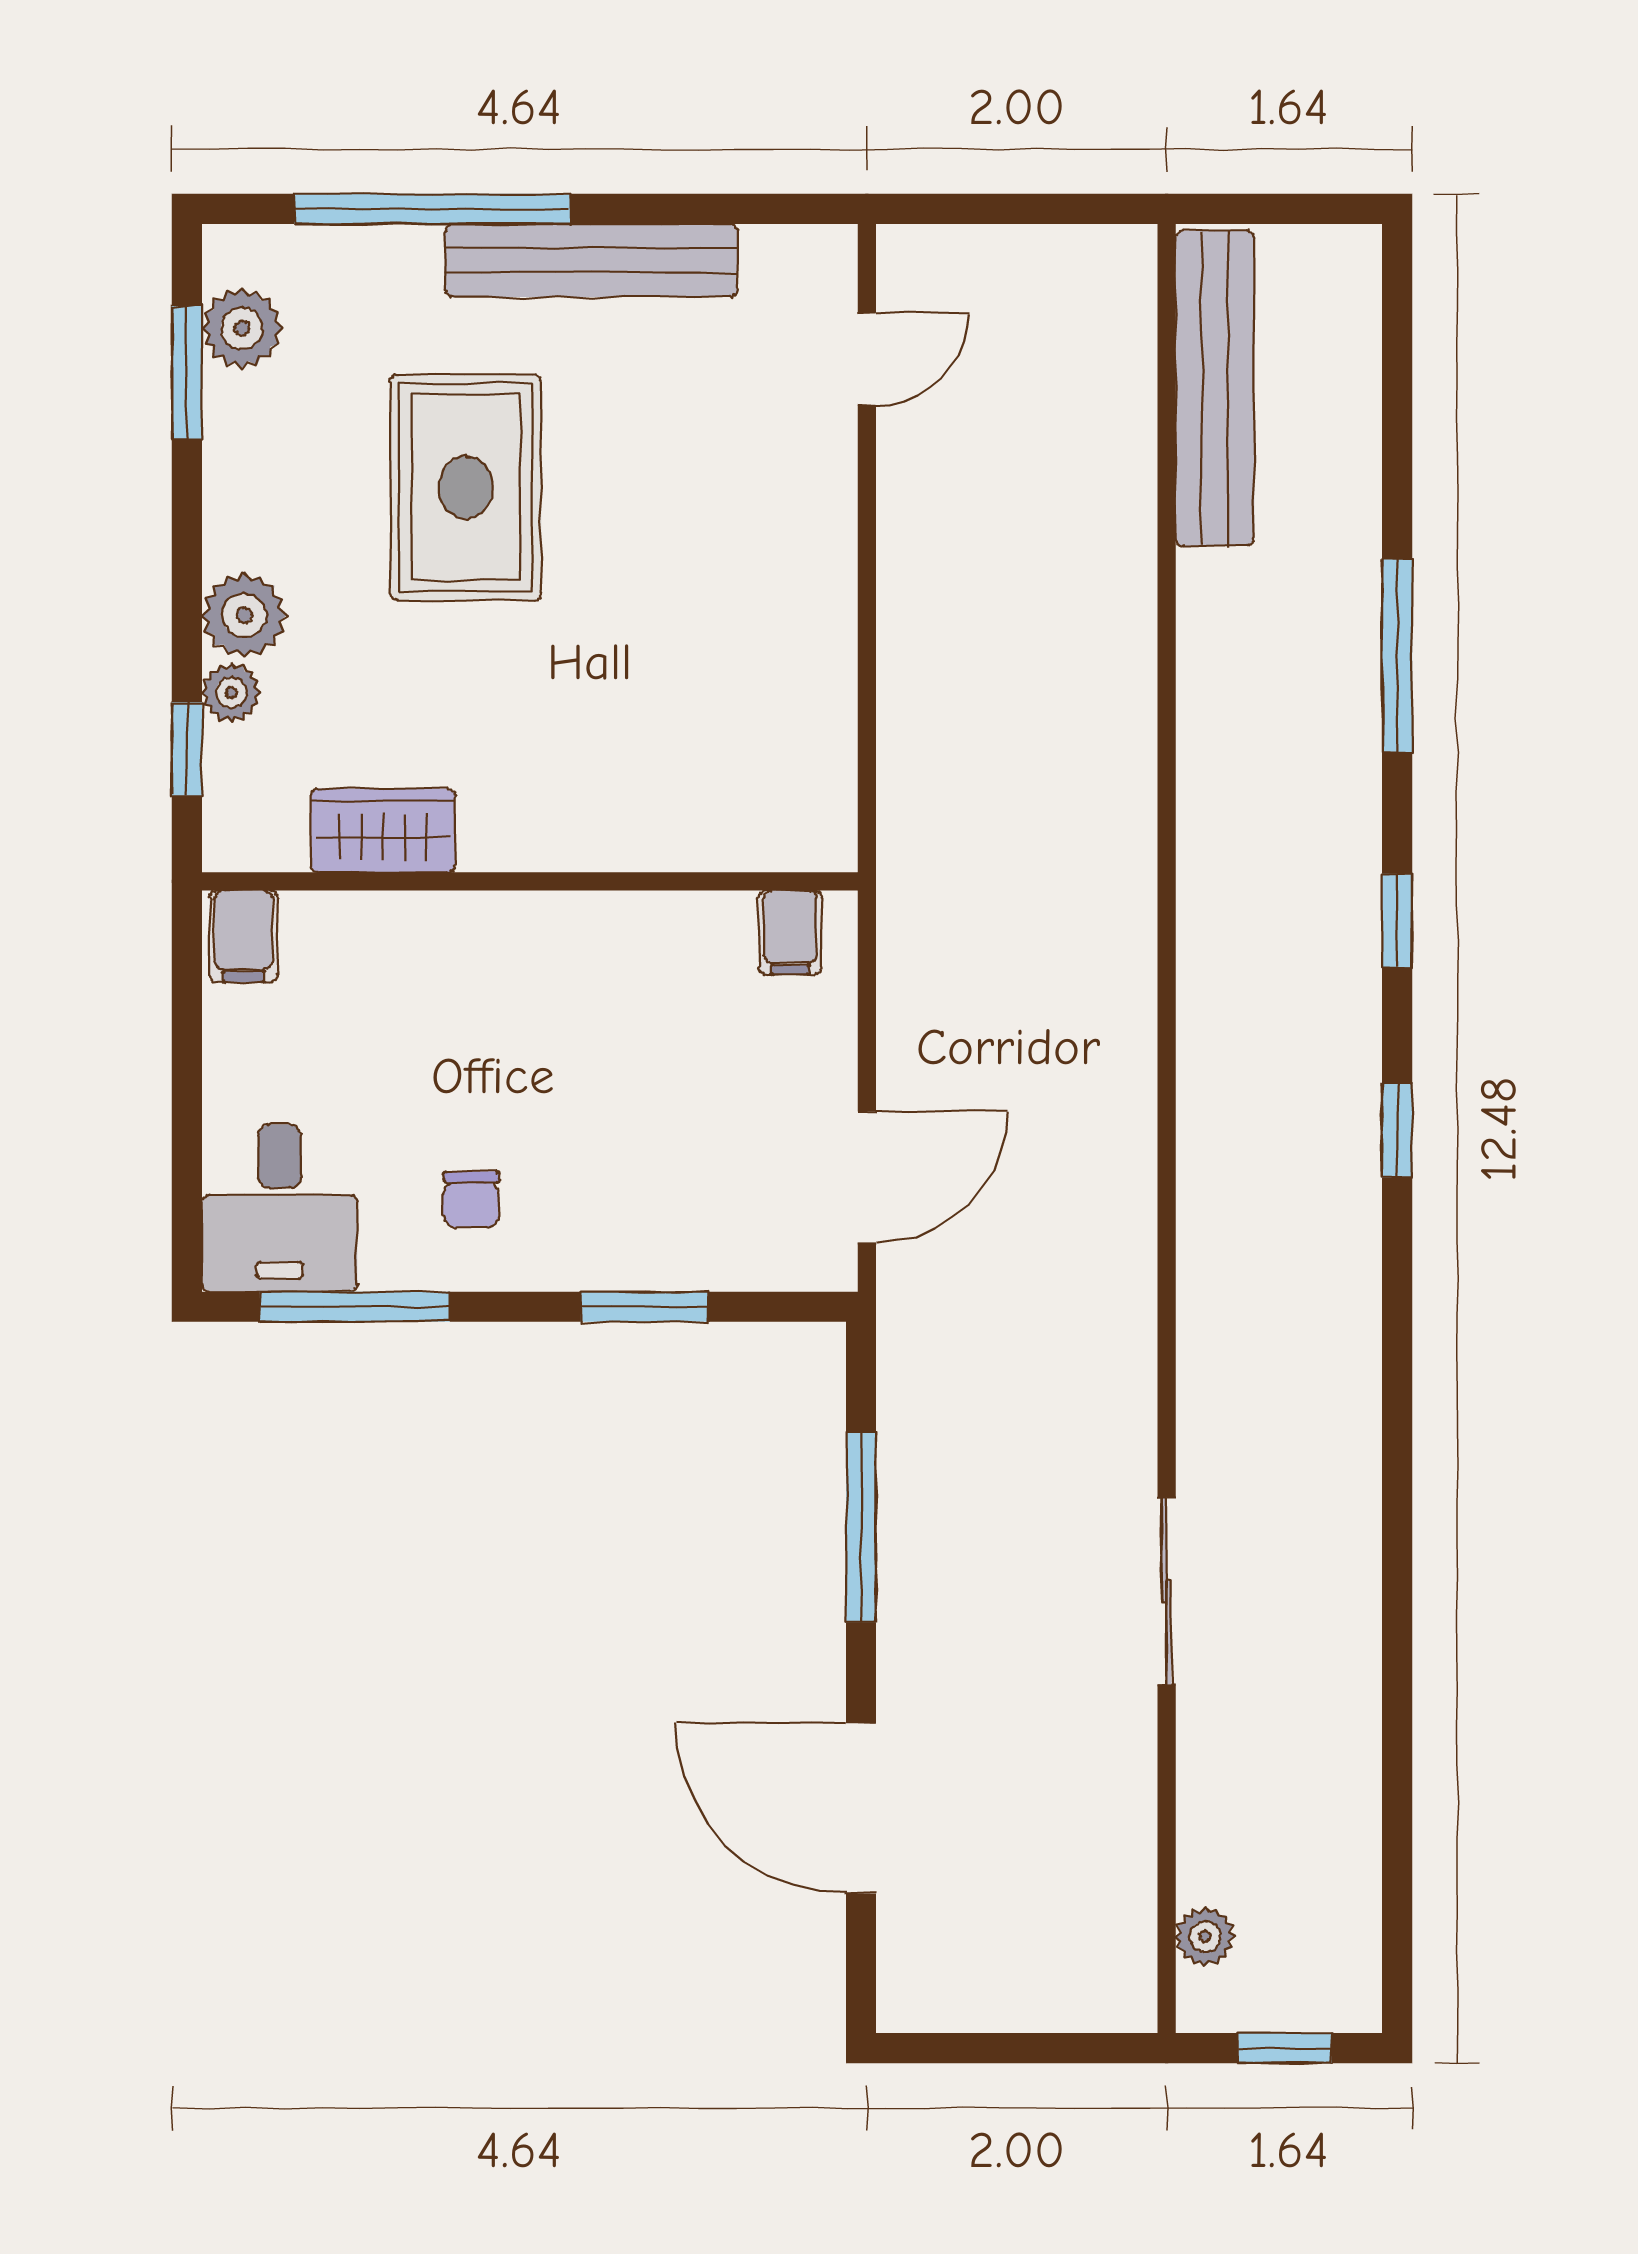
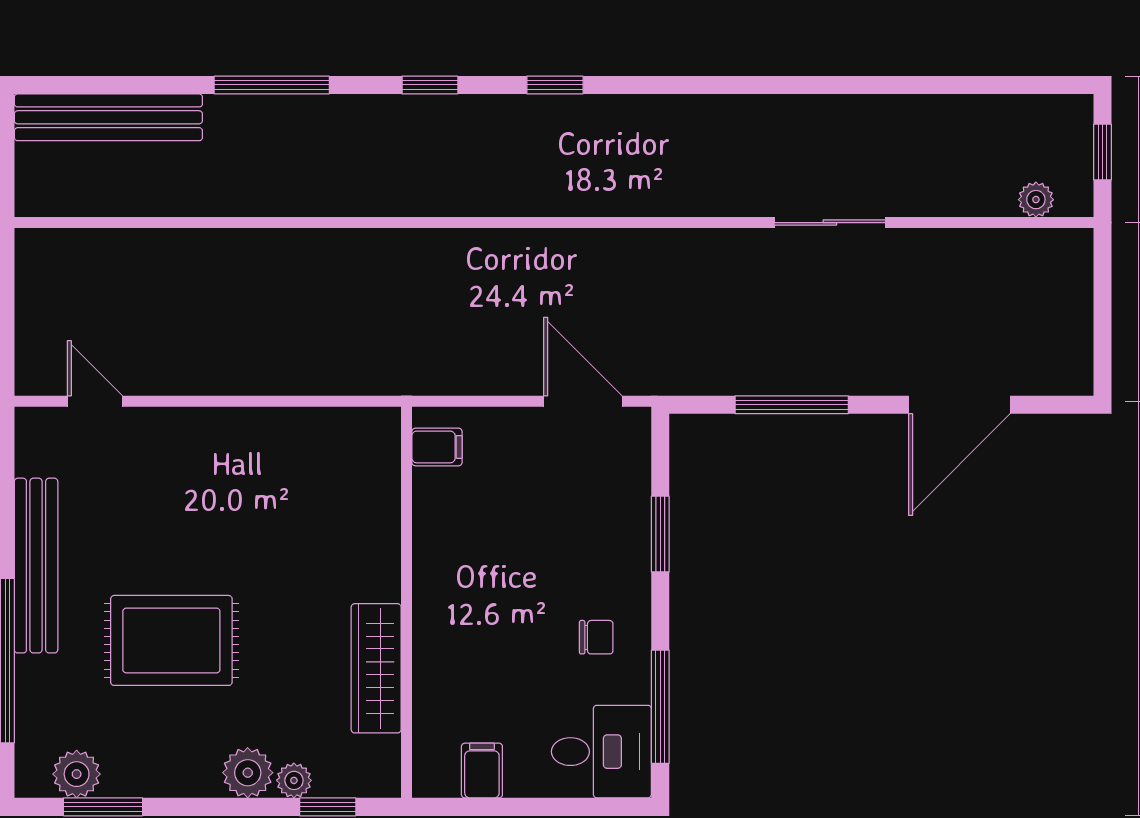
bench: (1215, 388) -> (108, 117), moved
wardrobe: (383, 831) -> (376, 668), width x1.50
filing cabinet: (243, 936) -> (482, 771), moved, turned -90

